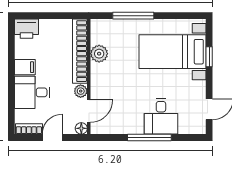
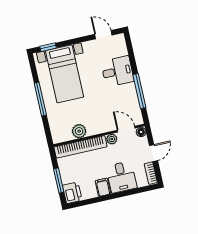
window: (45, 16) -> (59, 181), added
window: (133, 16) -> (40, 99), moved
window: (209, 57) -> (48, 47), moved
door: (52, 138) -> (153, 153), swing flipped
window: (149, 138) -> (139, 91), moved

